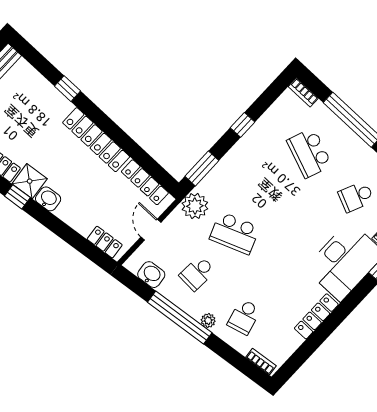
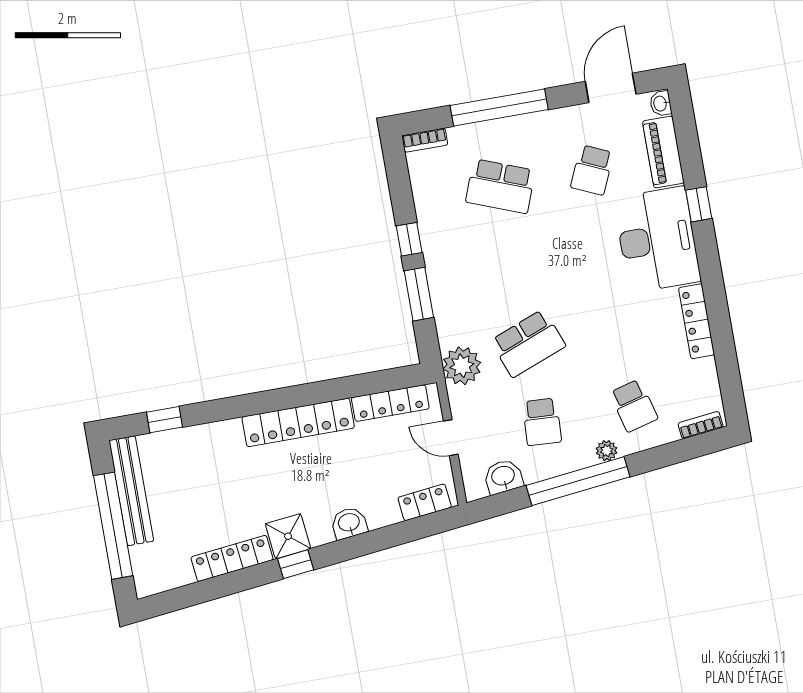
window: (67, 89) -> (165, 420), moved
window: (202, 168) -> (419, 294), moved
washbasin: (48, 199) -> (349, 523), moved

